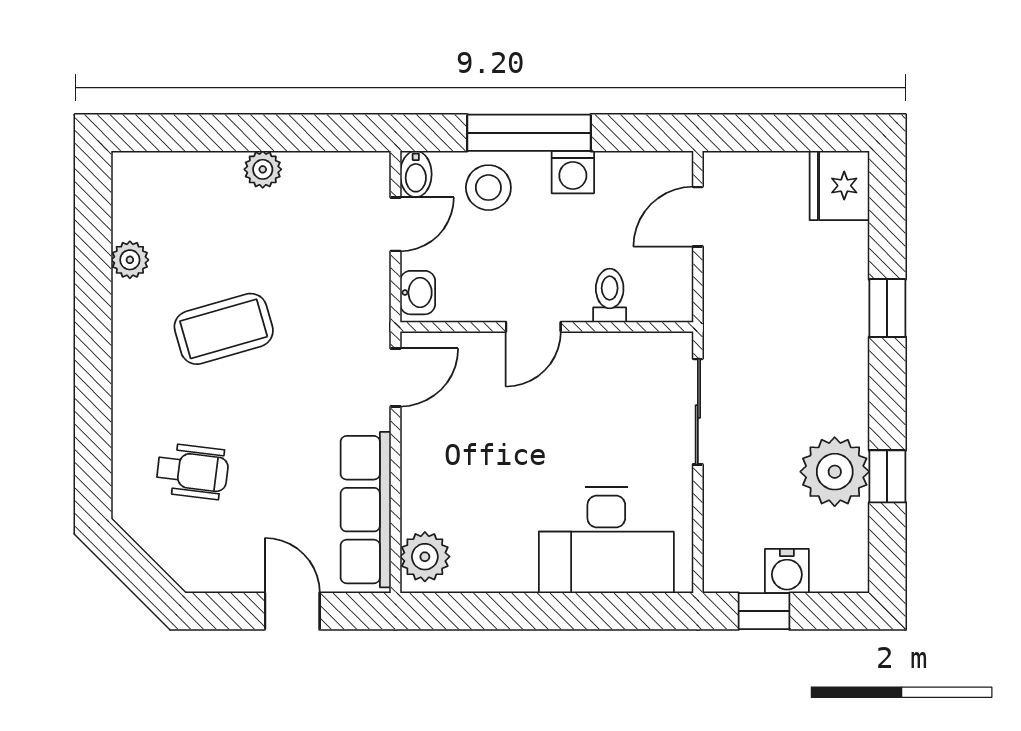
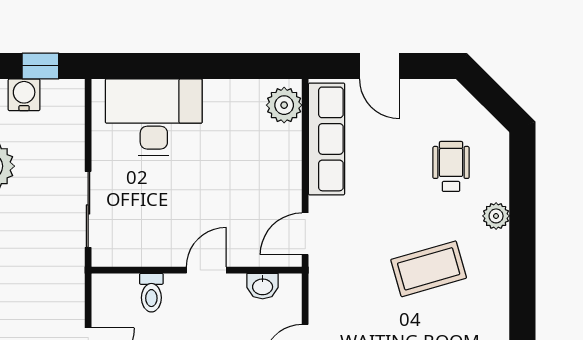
plant: (130, 260) -> (496, 216), moved
washbasin: (418, 293) -> (263, 286), moved, turned -90
wheelchair: (193, 471) -> (451, 166), turned 83

